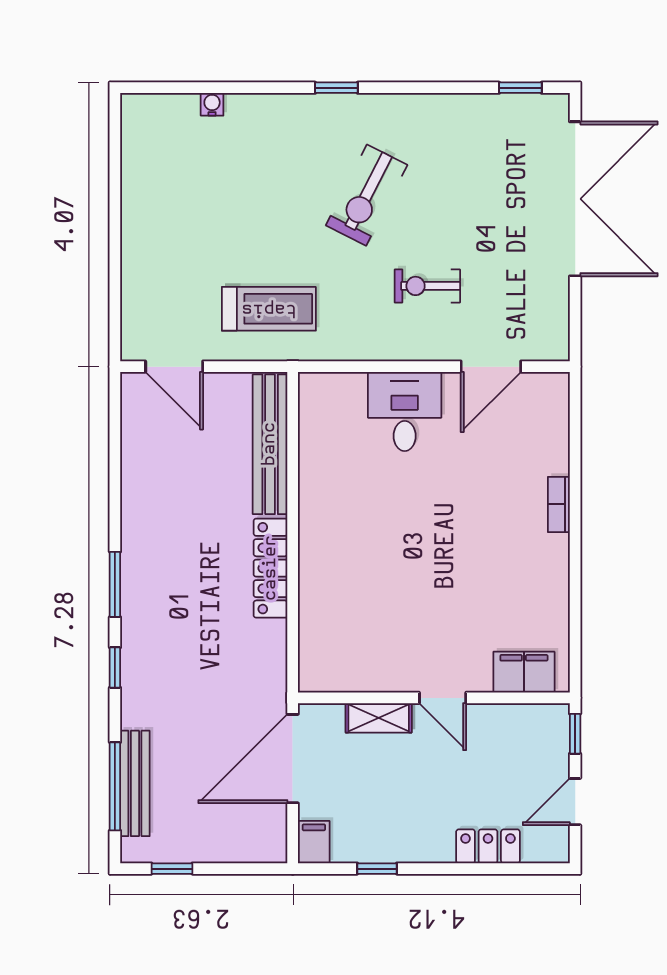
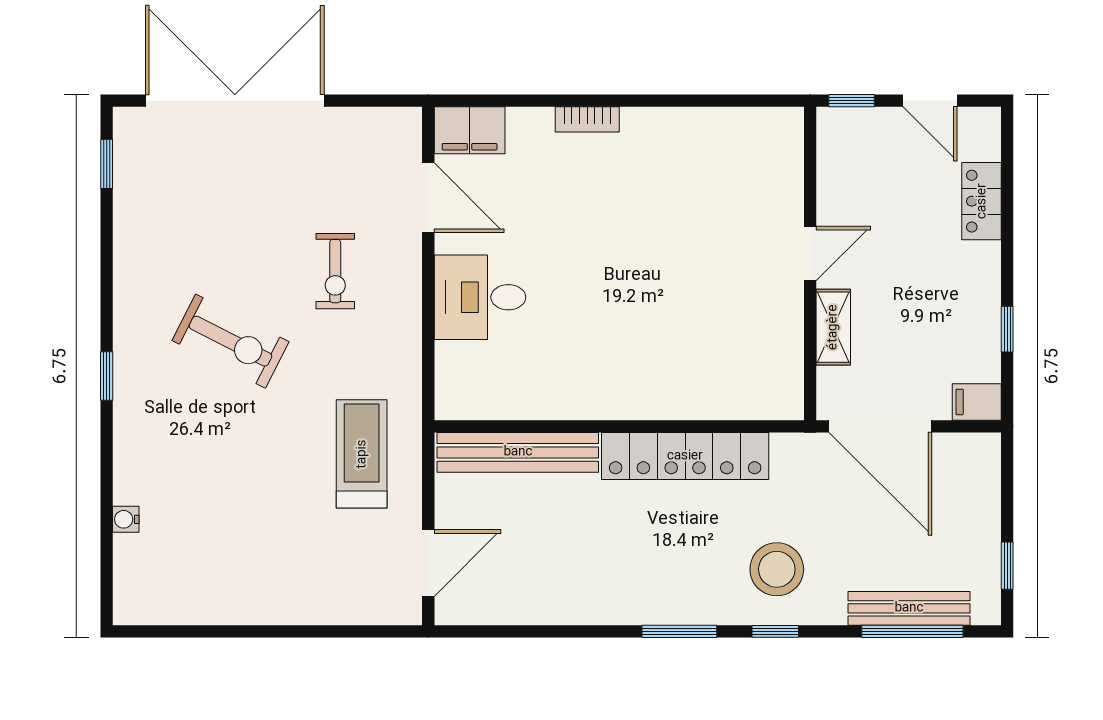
locker: (271, 568) -> (685, 456), width x1.41, depth x1.21
stool: (169, 669) -> (777, 569), added
filing cabinet: (524, 672) -> (470, 130), moved, turned -90

